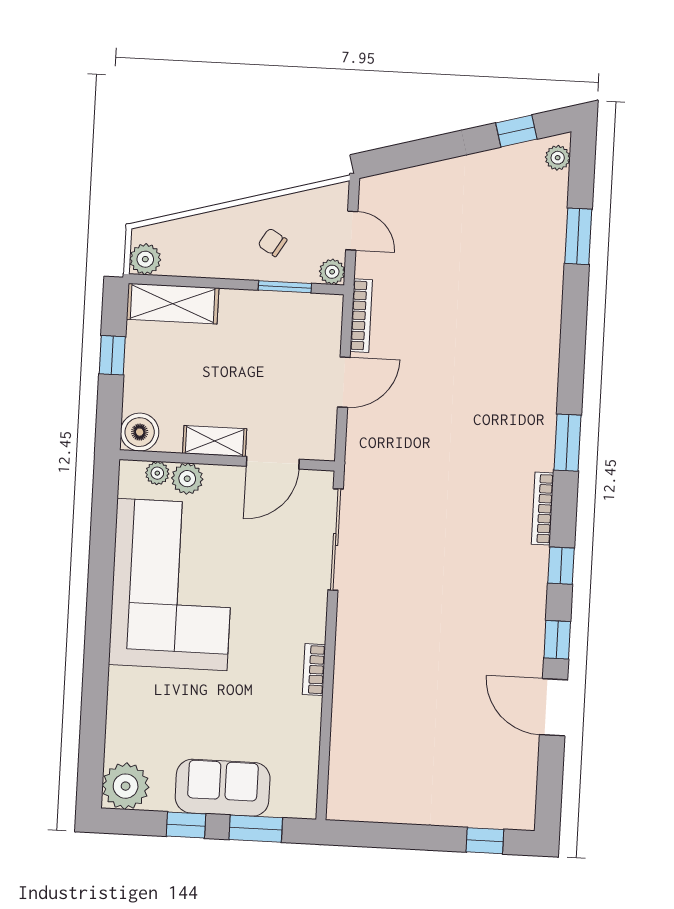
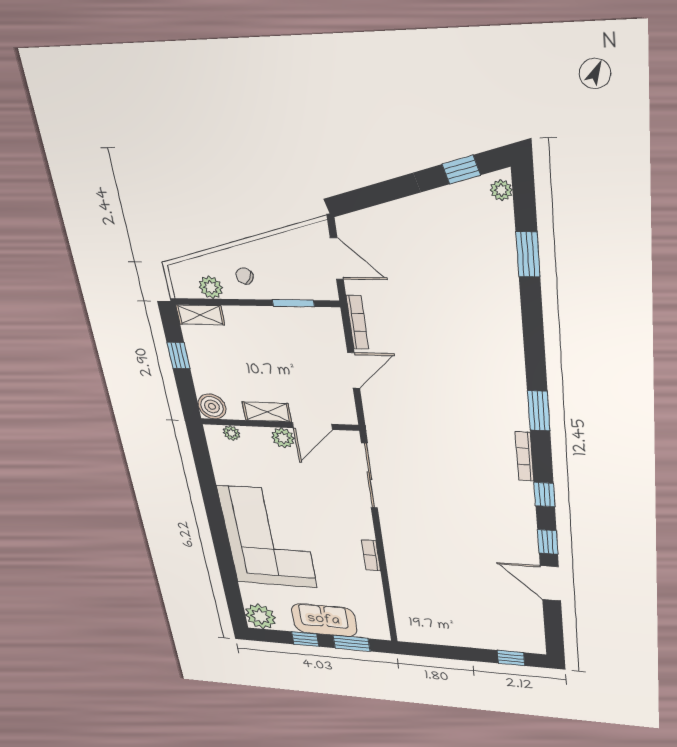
door: (352, 231) -> (337, 259), width x1.38
chair: (272, 242) -> (245, 276), moved
plant: (145, 259) -> (211, 287), moved
plant: (332, 272) -> (328, 291), removed
shelving: (173, 304) -> (200, 315), width x0.67, depth x0.75
plant: (187, 479) -> (283, 438), moved
corner sofa: (172, 585) -> (267, 537), moved

